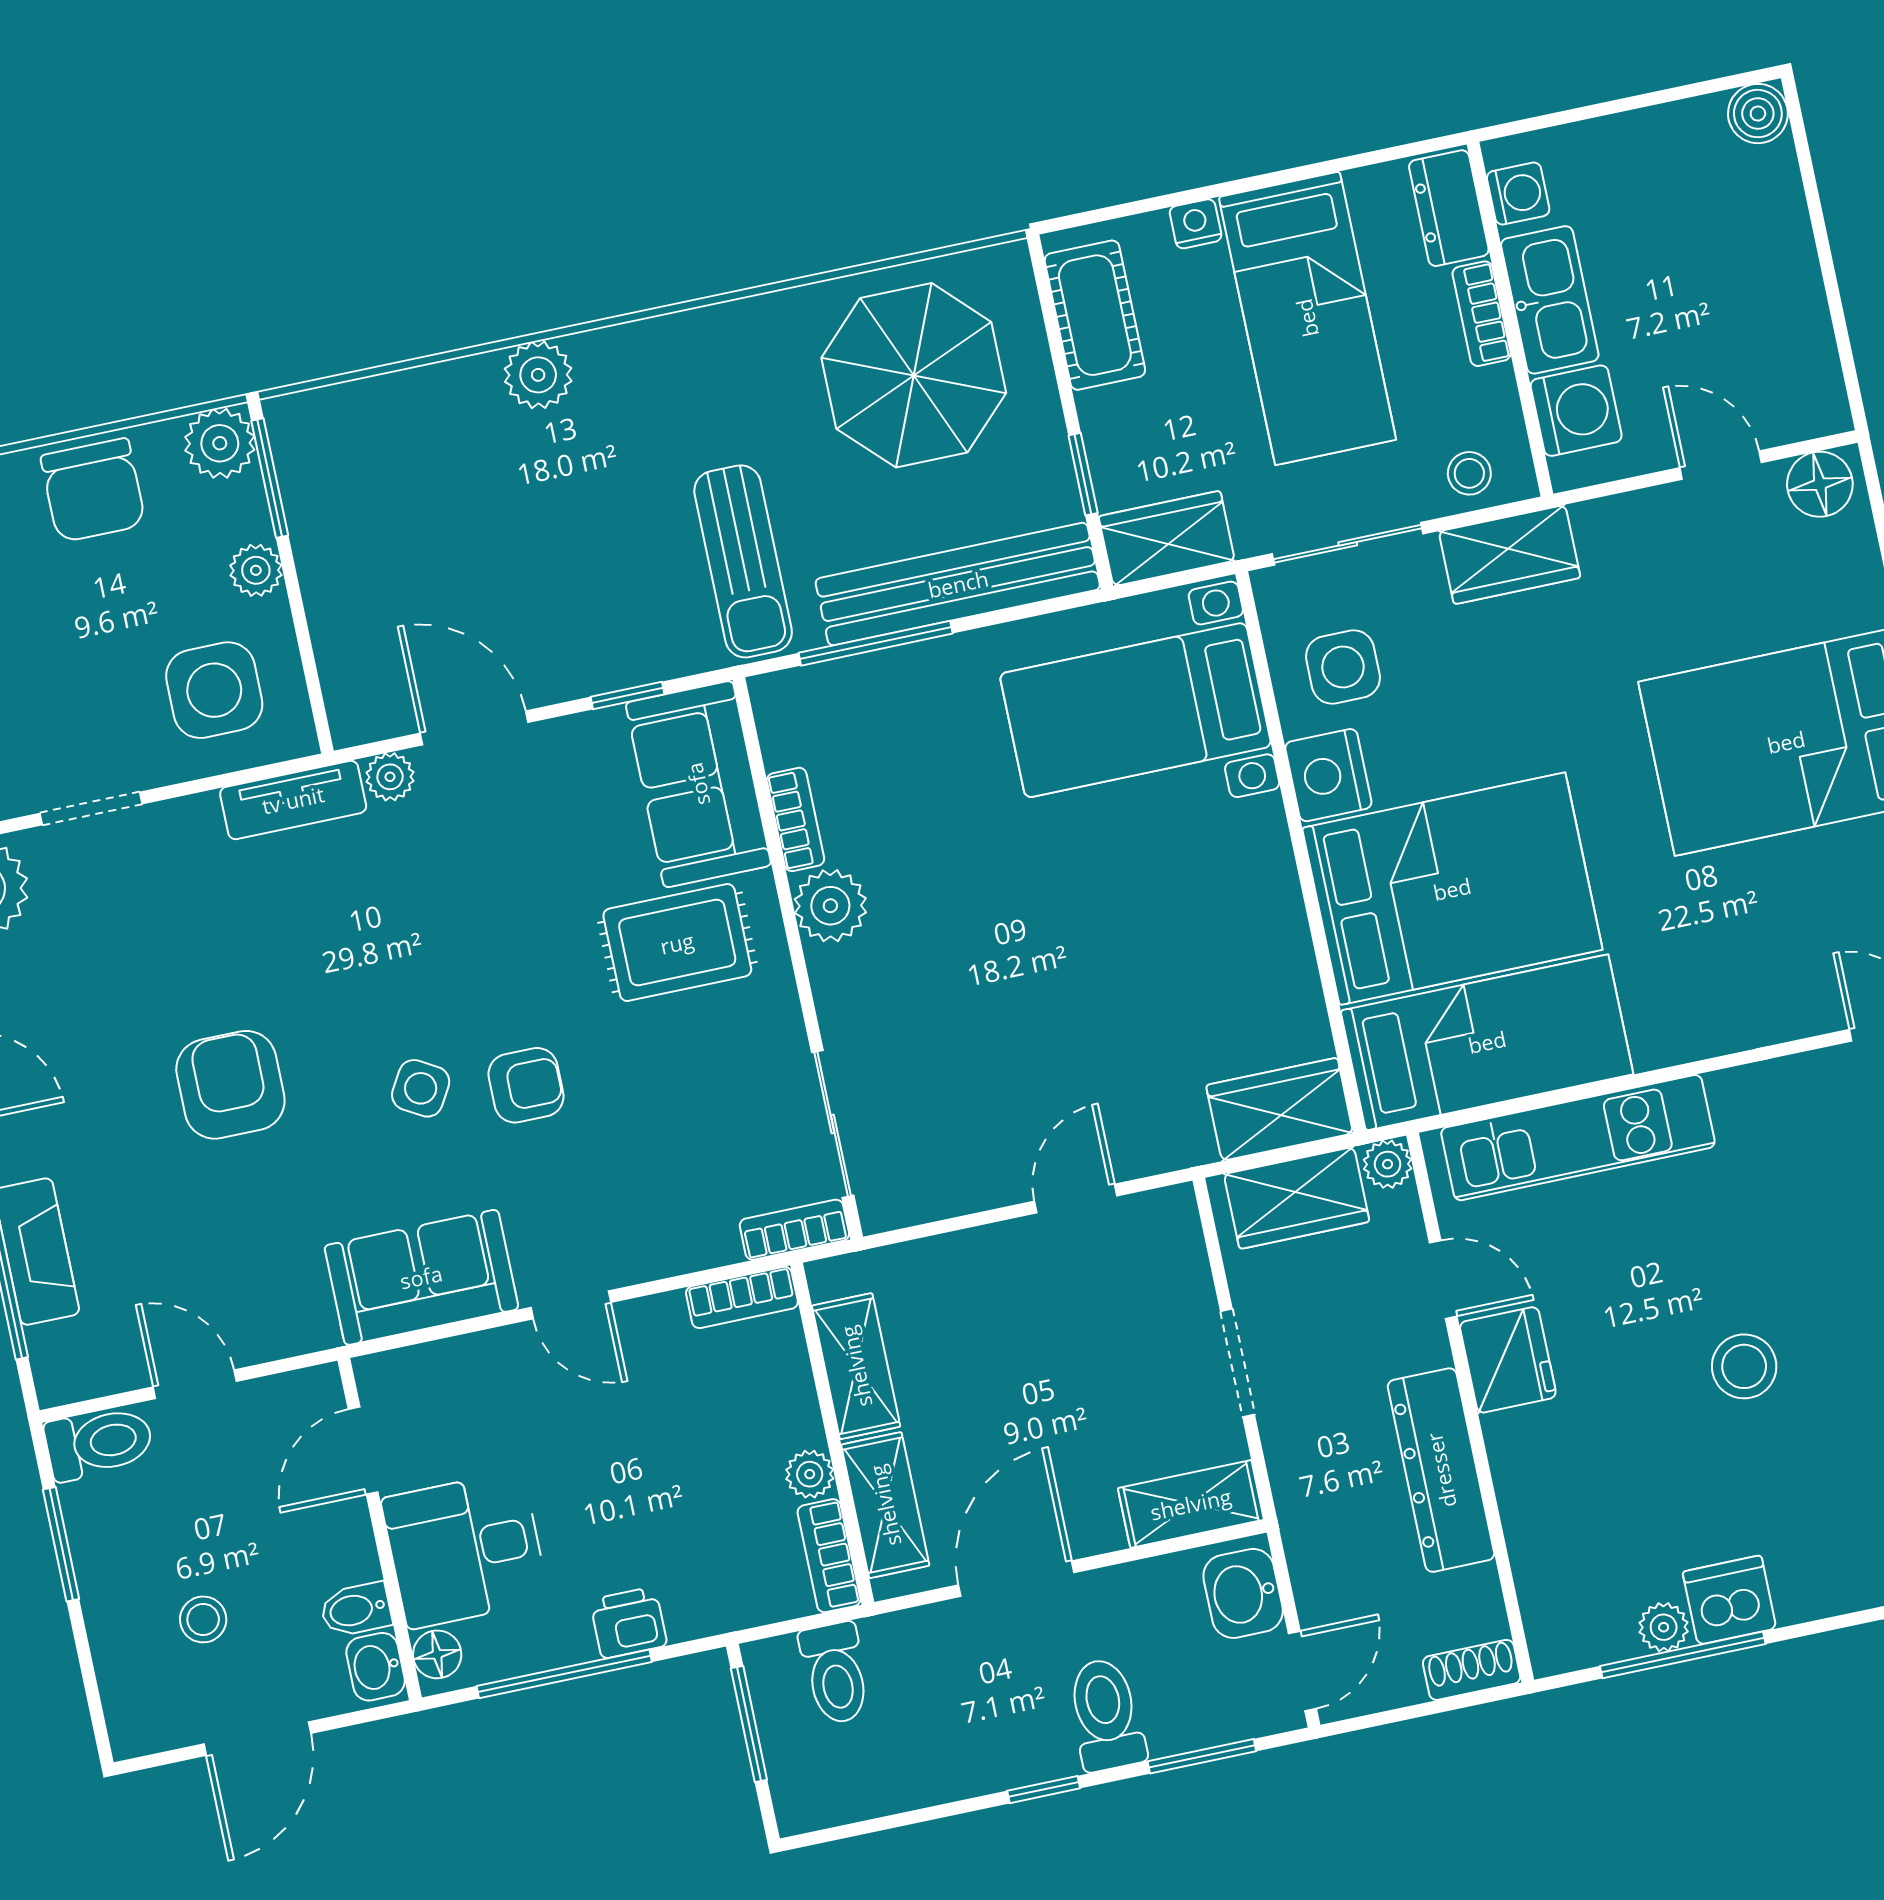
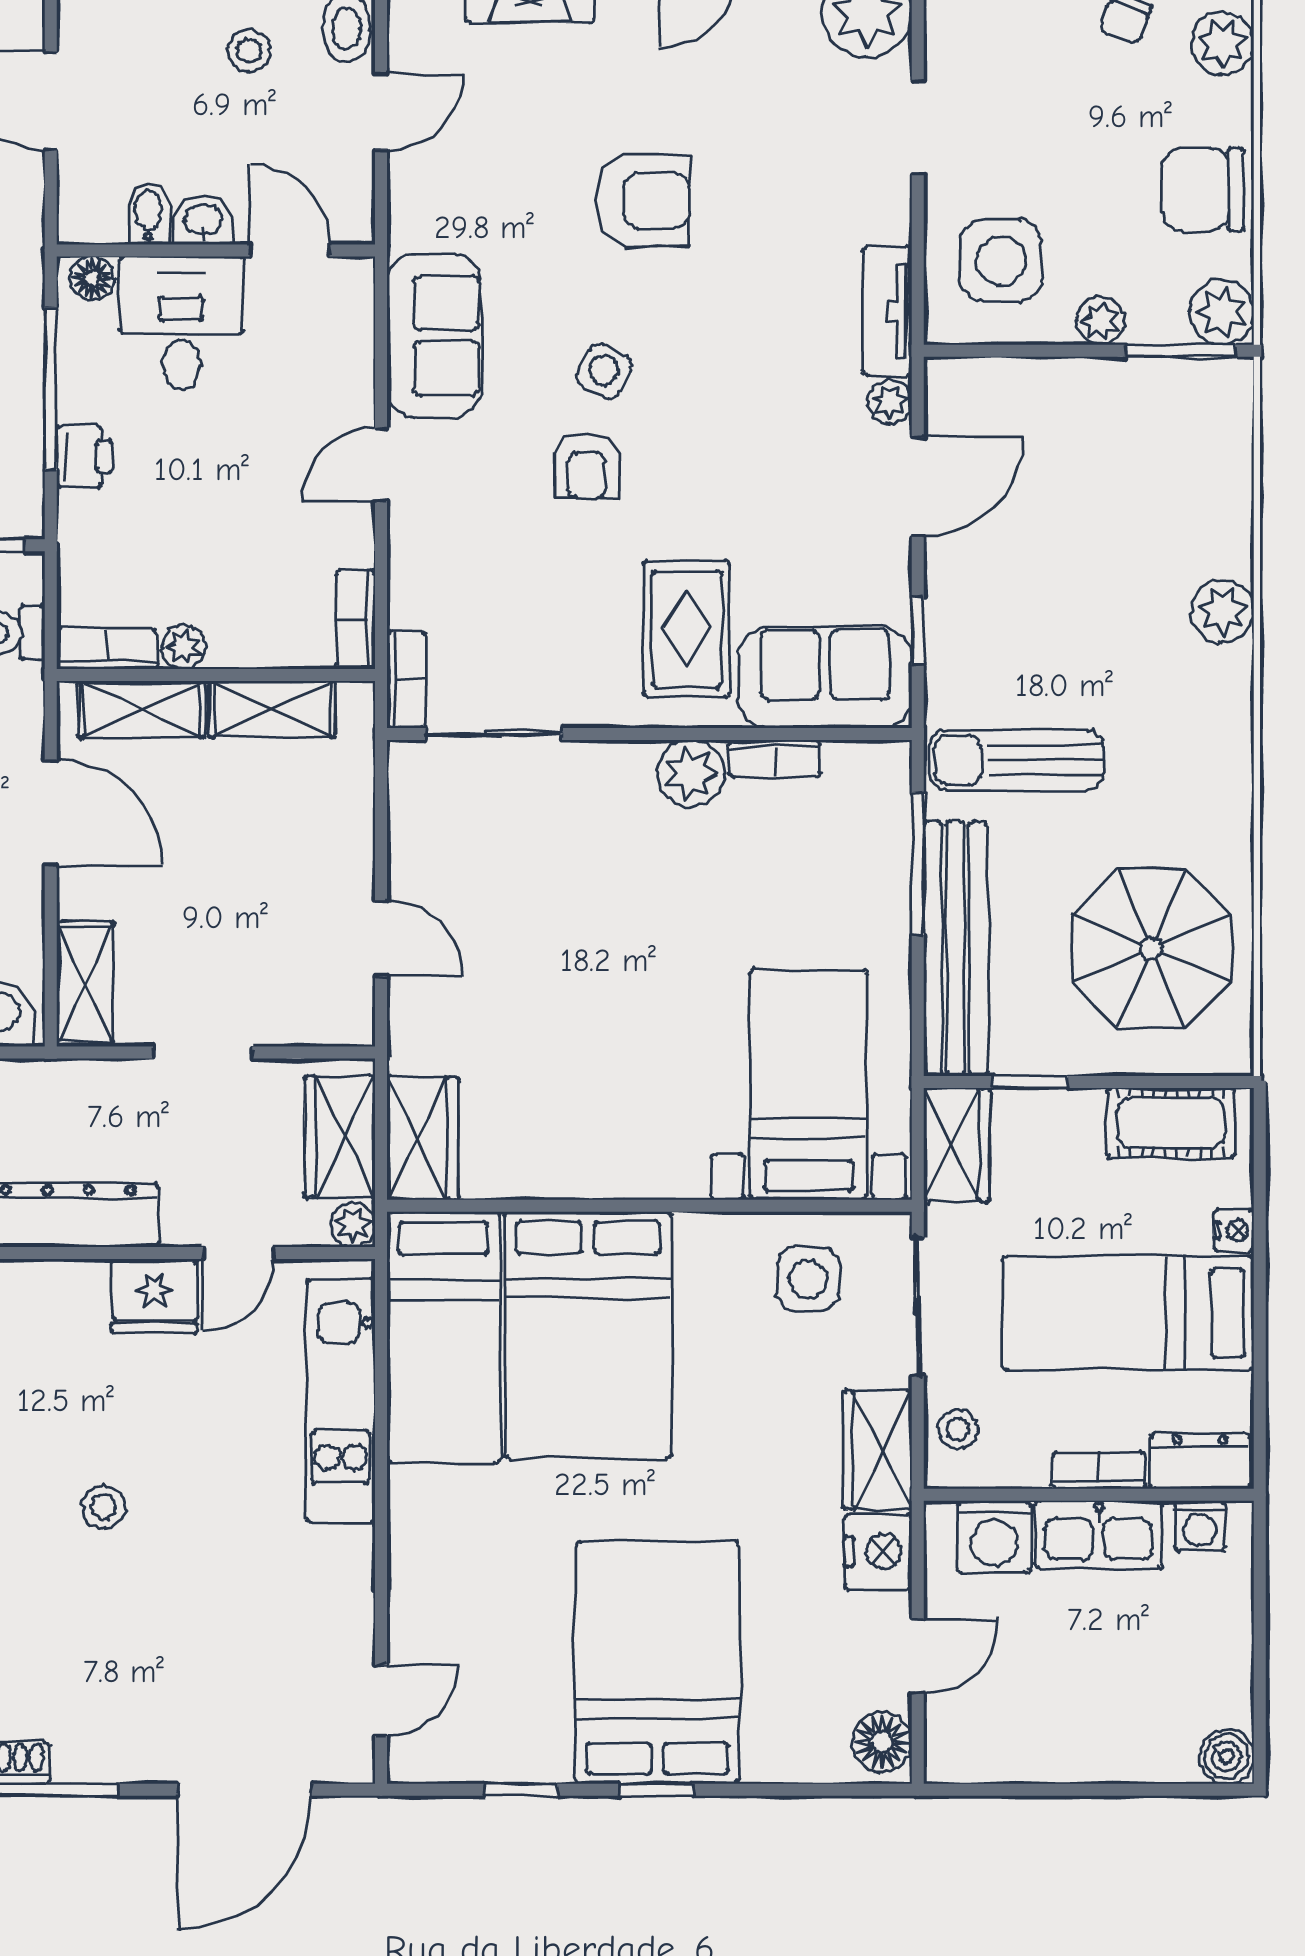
nightstand: (1328, 775) -> (878, 1552), moved, turned 90
stool: (1744, 1366) -> (104, 1507), width x0.73, depth x0.73
stool: (203, 1619) -> (249, 50), moved
washbasin: (376, 1667) -> (203, 221), moved

